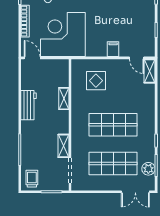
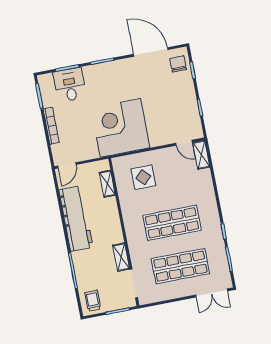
corner desk: (63, 34) -> (120, 128), moved
filing cabinet: (113, 49) -> (156, 138), removed
door: (32, 58) -> (67, 165), swing flipped
shelving: (64, 99) -> (107, 184), moved
workbench: (29, 105) -> (76, 219), width x1.88, depth x1.32
plant: (148, 169) -> (221, 264), removed

